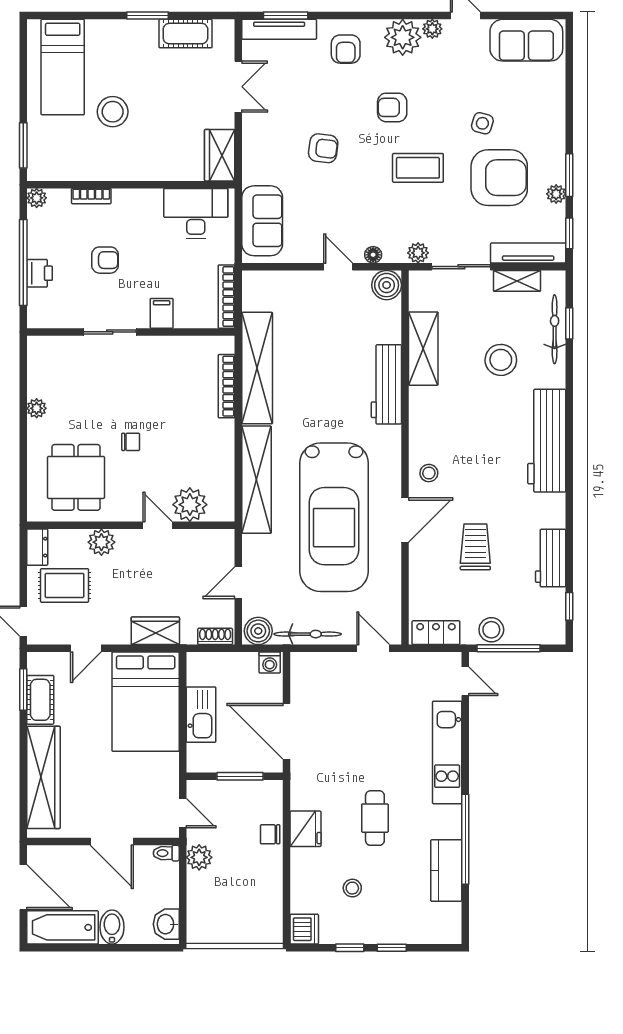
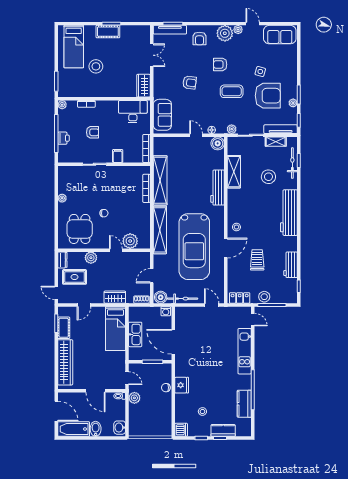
cot: (185, 34) -> (108, 32), moved
bed: (146, 702) -> (115, 329), width x0.67
cafe table: (375, 818) -> (212, 380), removed
kitchen counter: (399, 931) -> (223, 430), added

